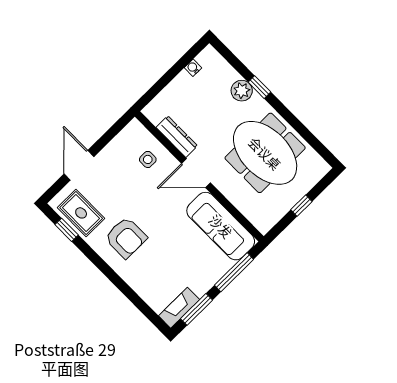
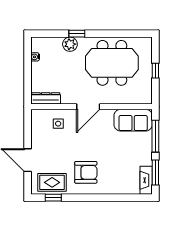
dresser: (177, 137) -> (46, 98), moved
sofa: (221, 226) -> (133, 120), width x0.73

